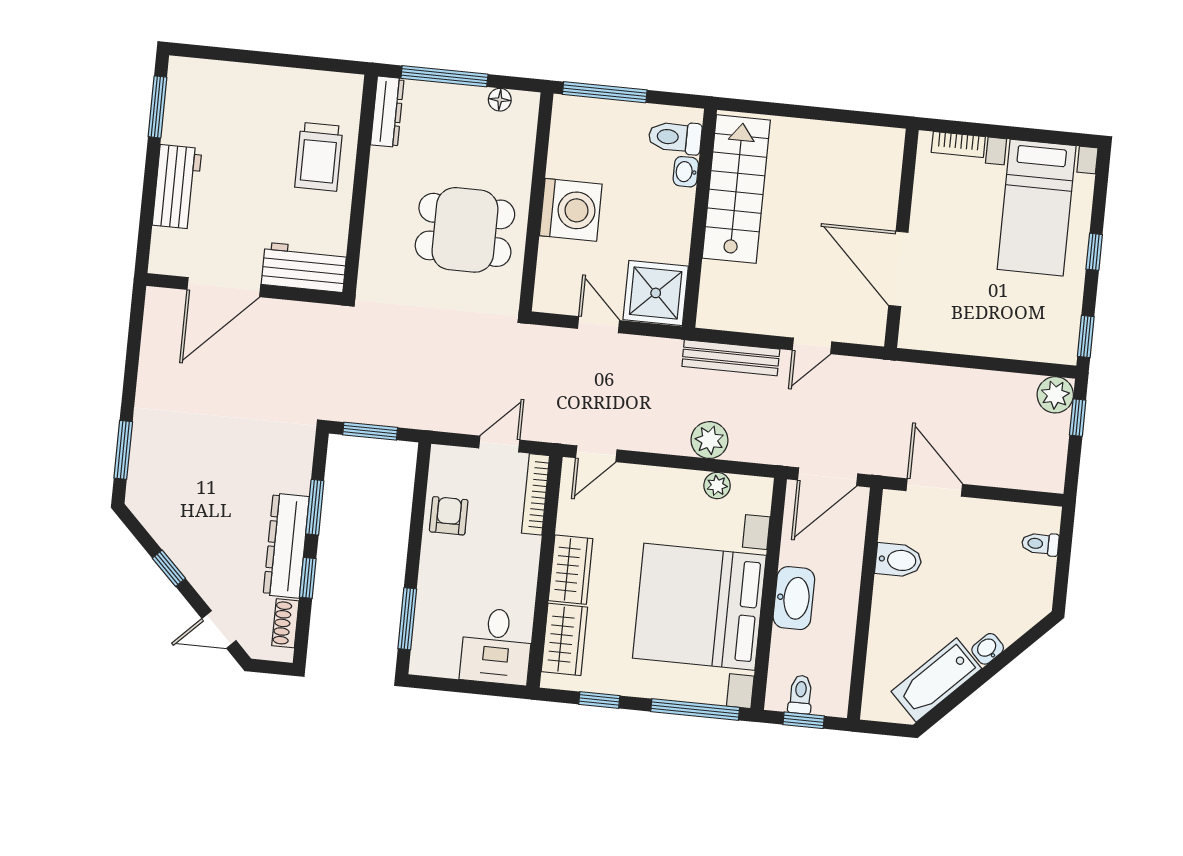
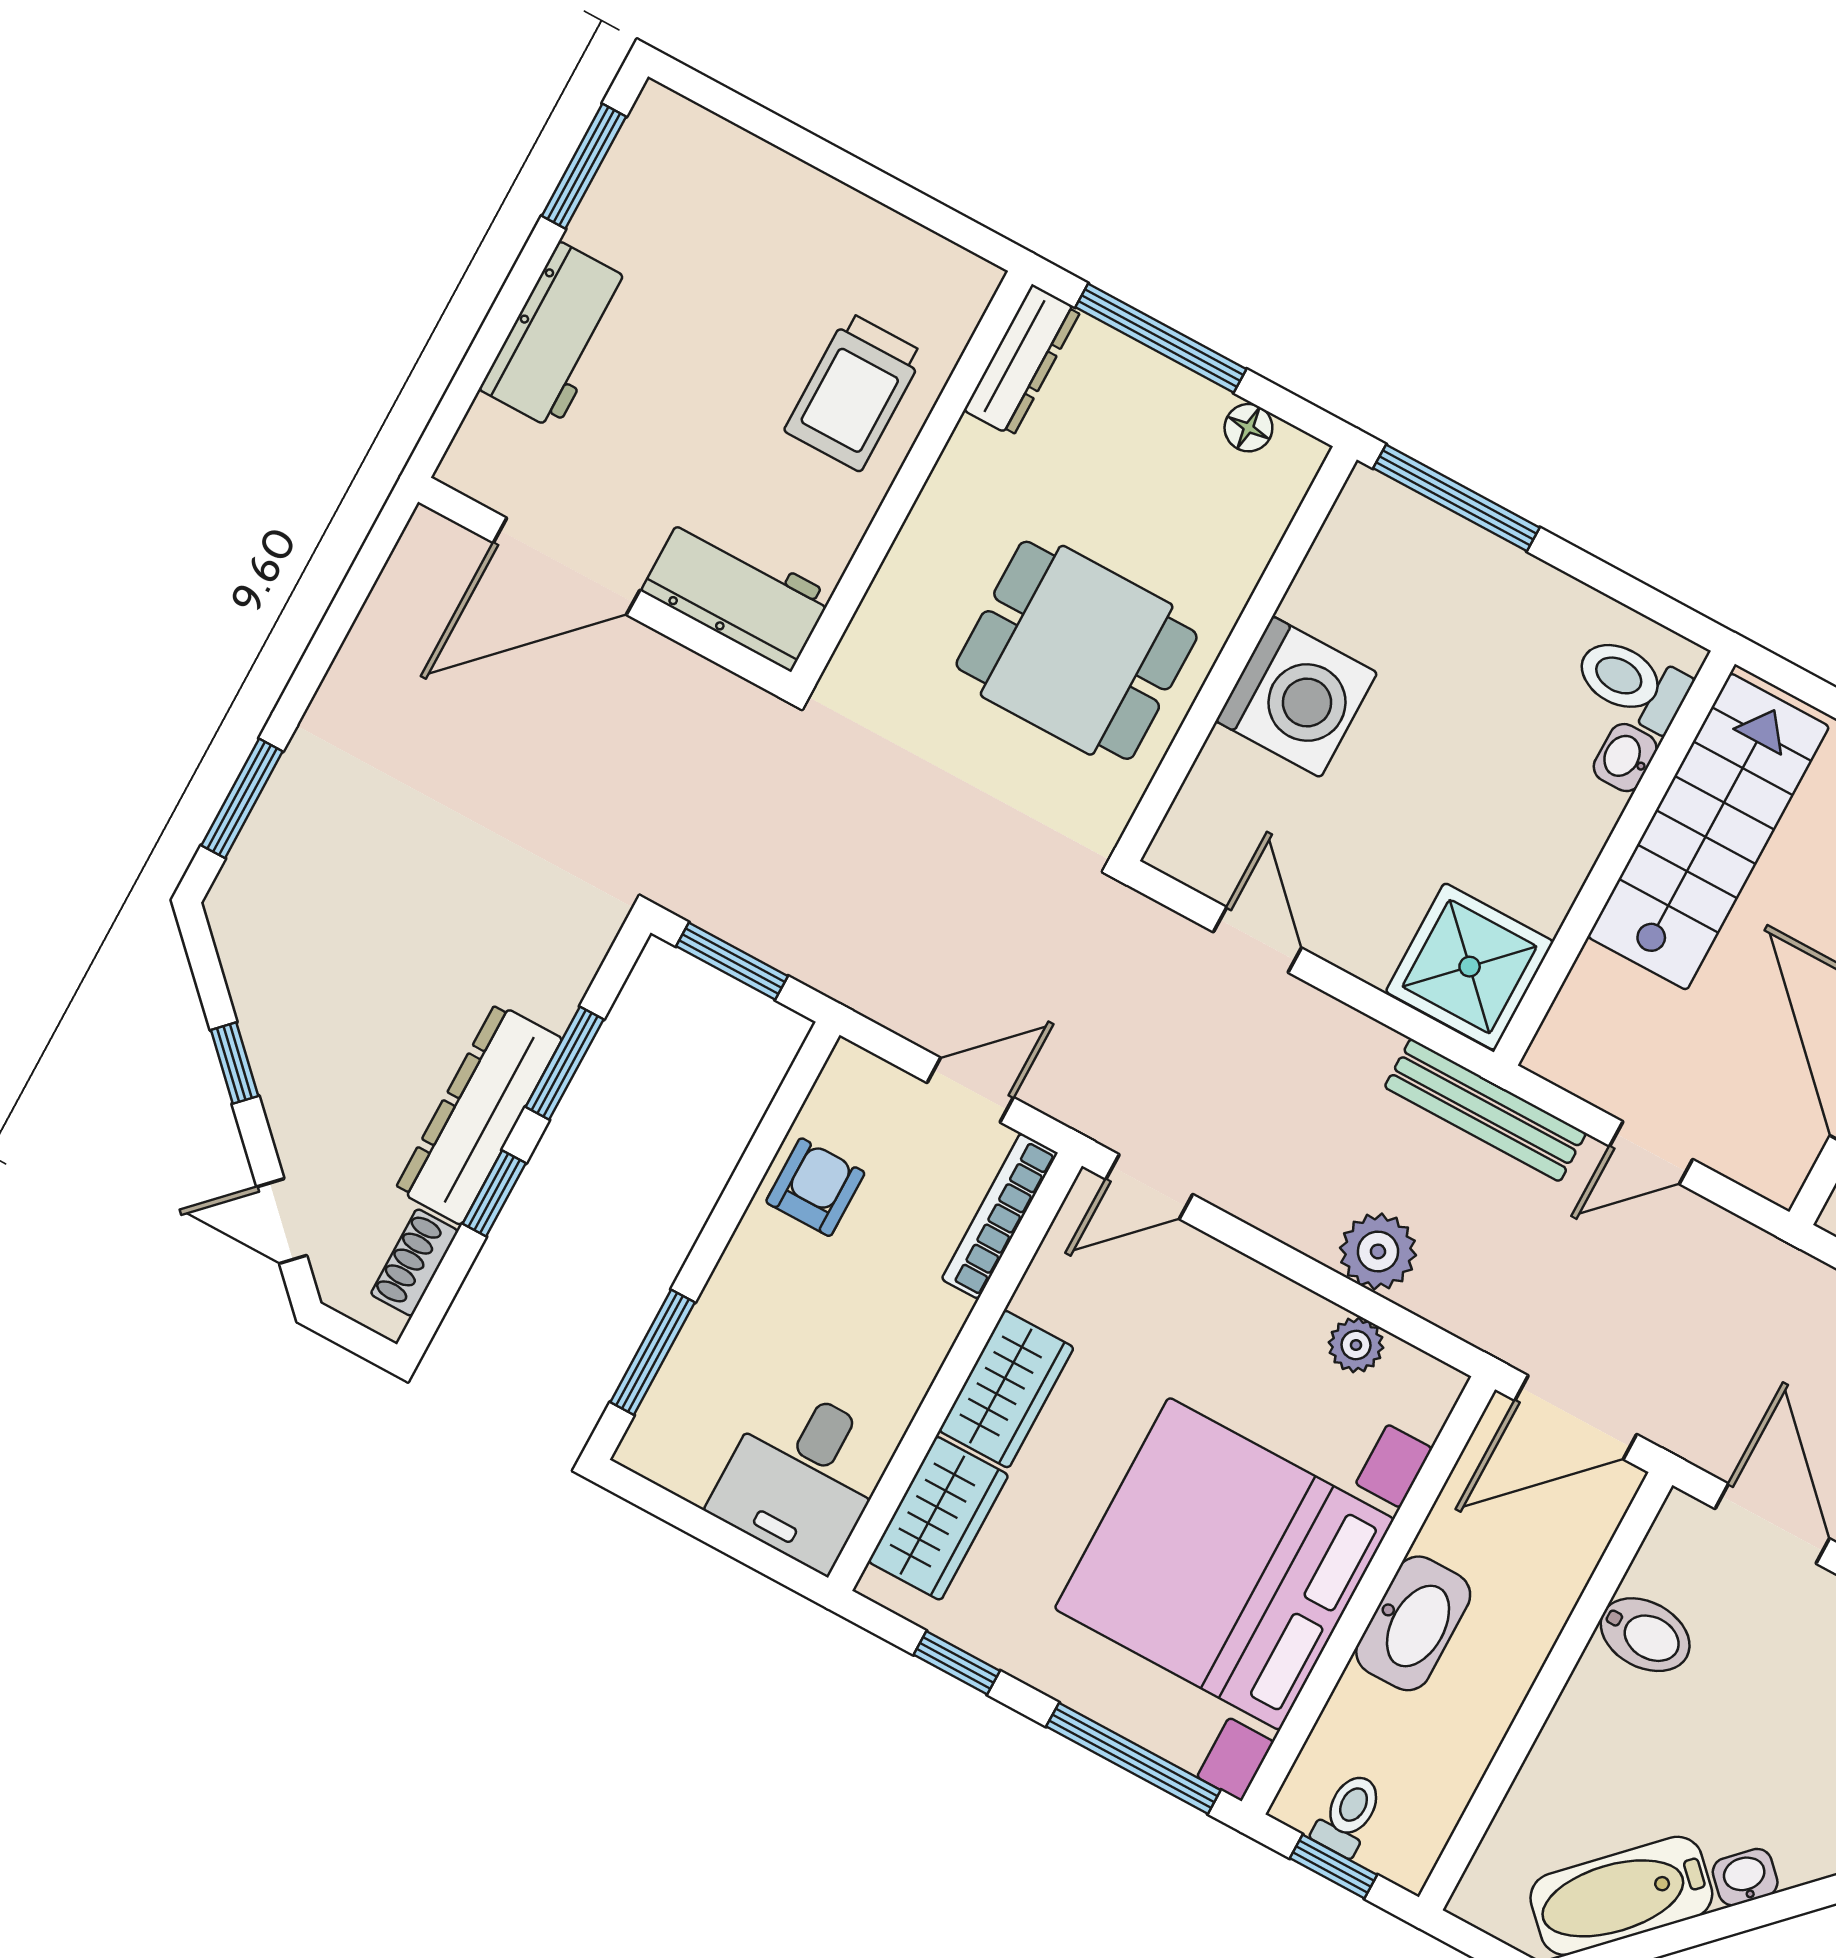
toilet: (675, 137) -> (1632, 683), moved
washbasin: (686, 172) -> (1625, 758), moved
stairs: (736, 189) -> (1708, 832), moved
wall: (700, 218) -> (1614, 858), moved
shower: (656, 293) -> (1470, 967), moved

